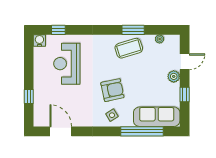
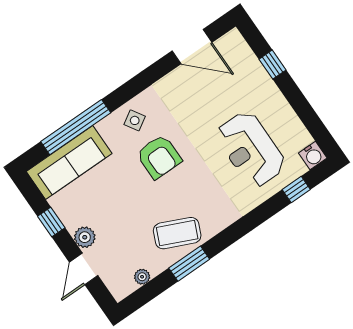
coffee table: (129, 48) -> (177, 233), turned 41
reception desk: (67, 64) -> (251, 149), turned 180
armchair: (112, 90) -> (159, 157), turned -78

